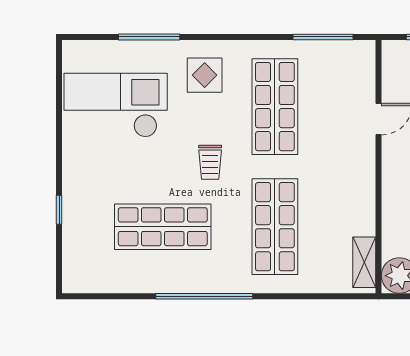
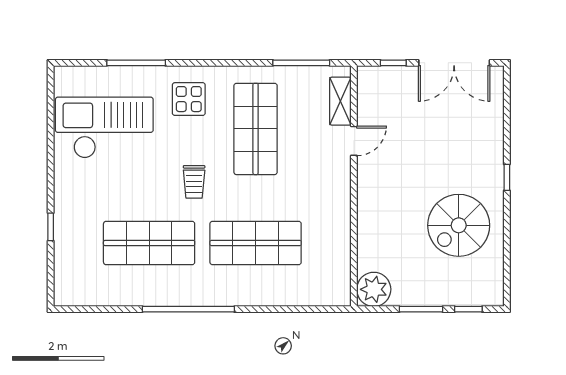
shop shelf: (275, 227) -> (256, 243), turned 90
shelving: (364, 262) -> (340, 101), moved

